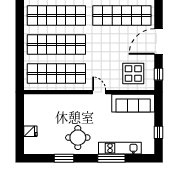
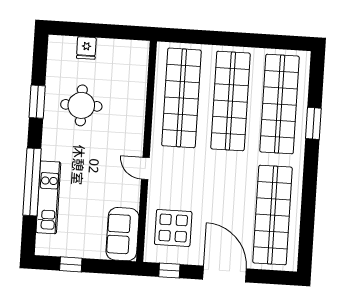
door: (99, 92) -> (145, 168), swing flipped
sofa: (133, 103) -> (122, 234), width x0.73
round table: (78, 138) -> (81, 105), moved
window: (111, 158) -> (32, 182), width x1.46

